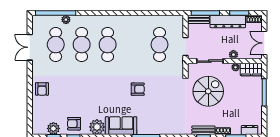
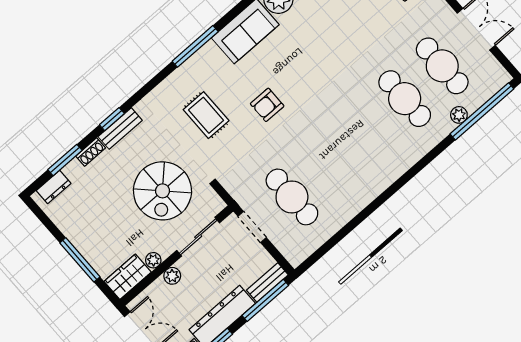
cafe table: (108, 45) -> (367, 131), removed
rug: (165, 106) -> (206, 115), added

